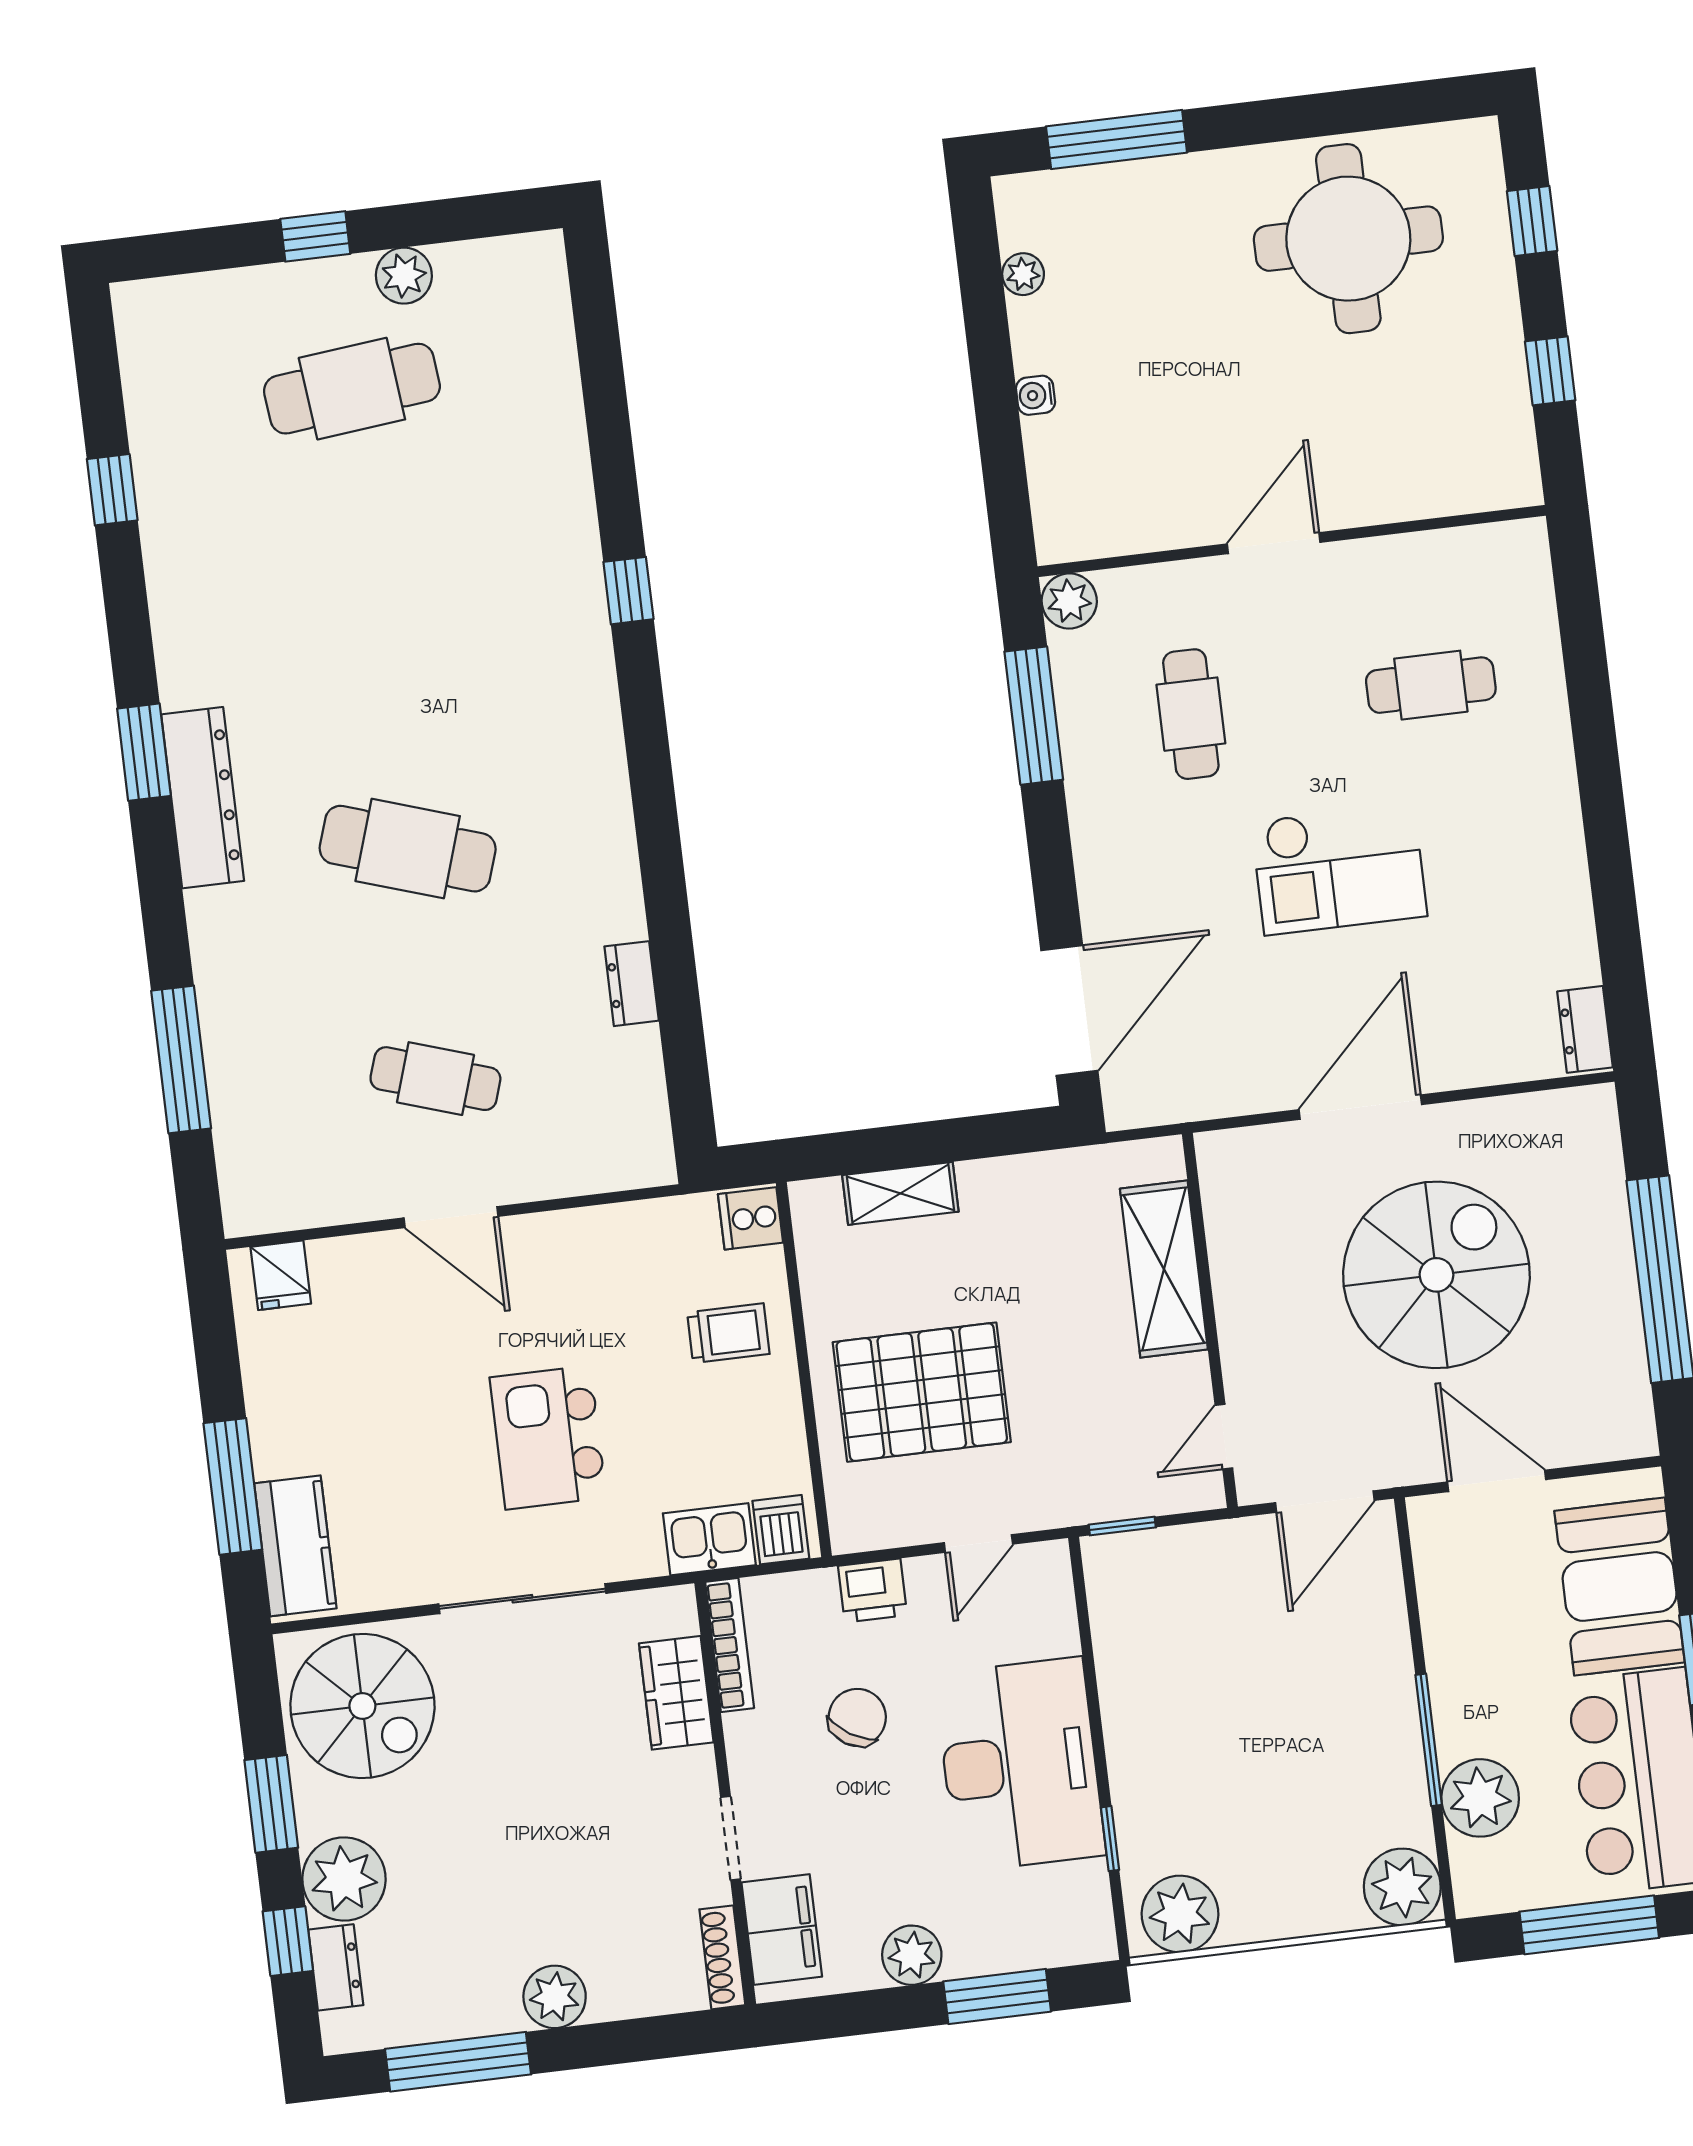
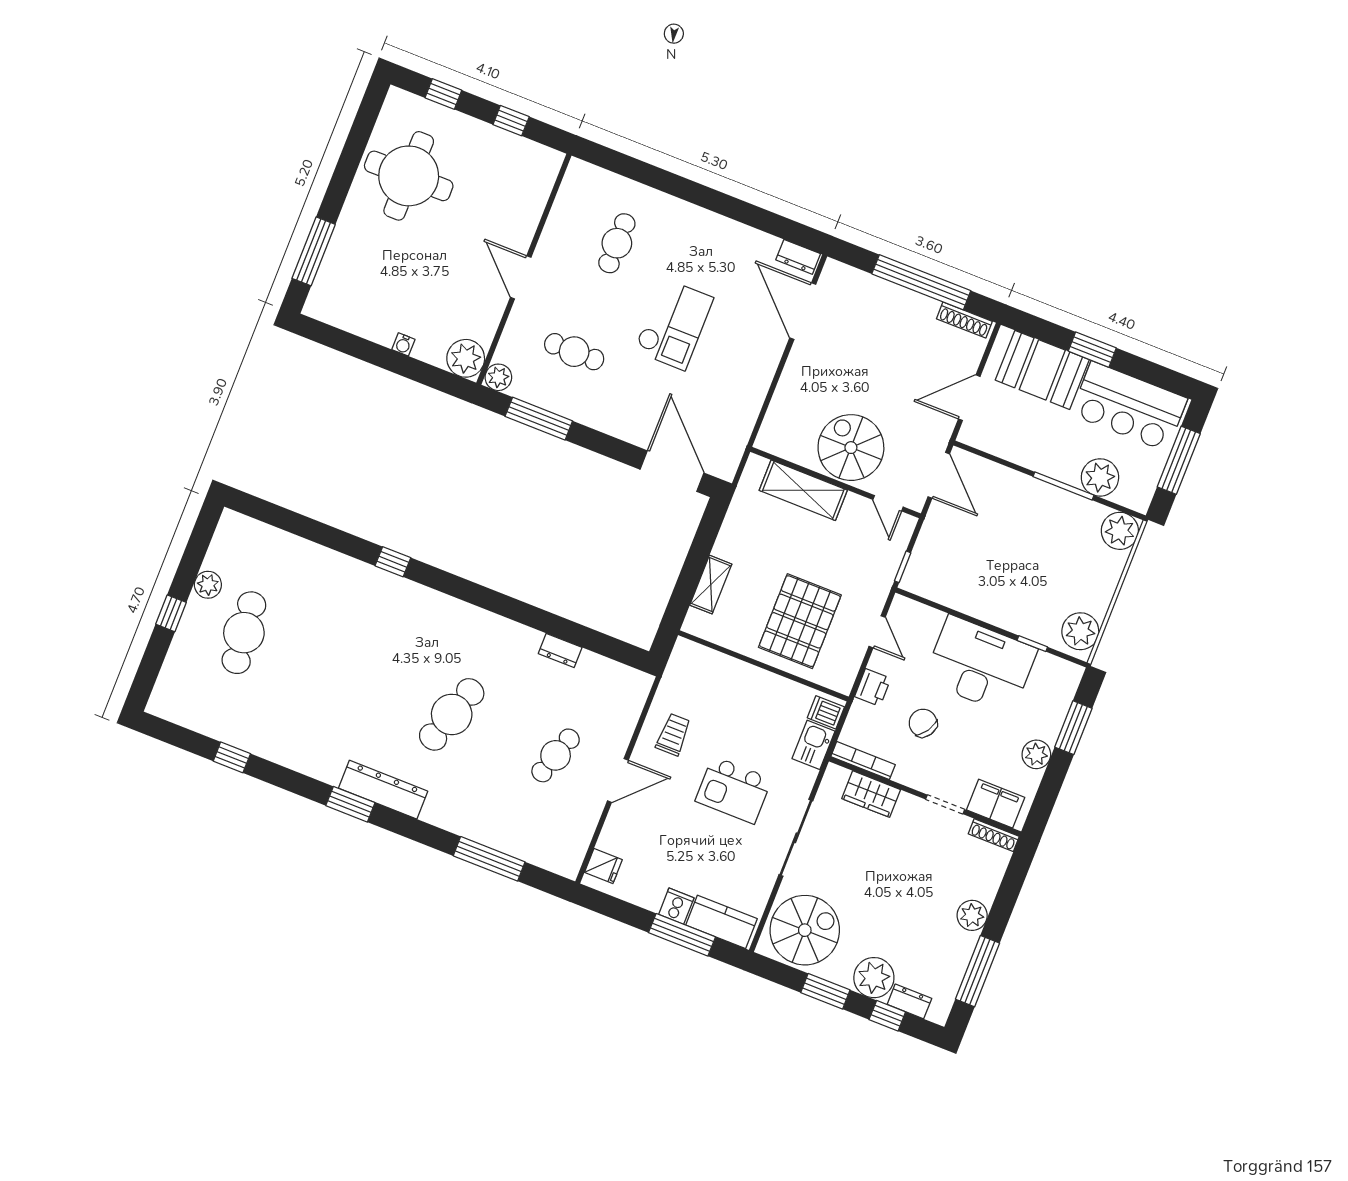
plant: (1023, 274) -> (466, 358), moved, width x1.88, depth x1.88
door: (1360, 1107) -> (803, 311), moved
cooker: (751, 1218) -> (676, 906), moved, turned 180
spiral stairs: (1436, 1275) -> (851, 448), moved, width x0.73, depth x0.73
trolley: (728, 1333) -> (673, 735), moved
shoe rack: (1634, 1395) -> (964, 320), added

